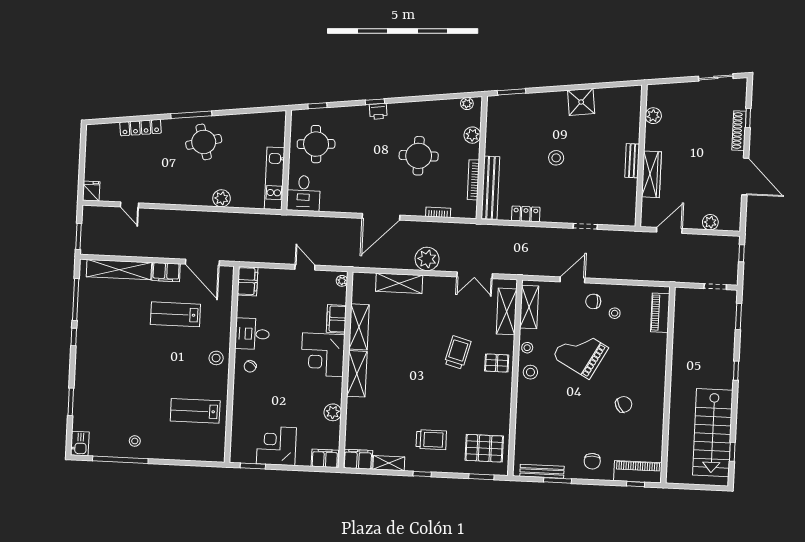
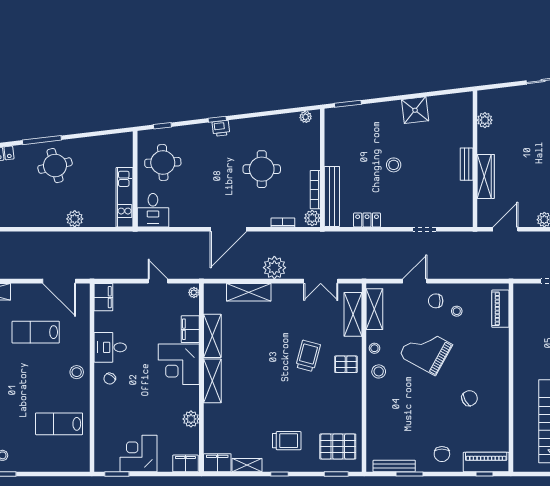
plant: (472, 135) -> (312, 218), moved
filing cabinet: (166, 272) -> (25, 292), removed

